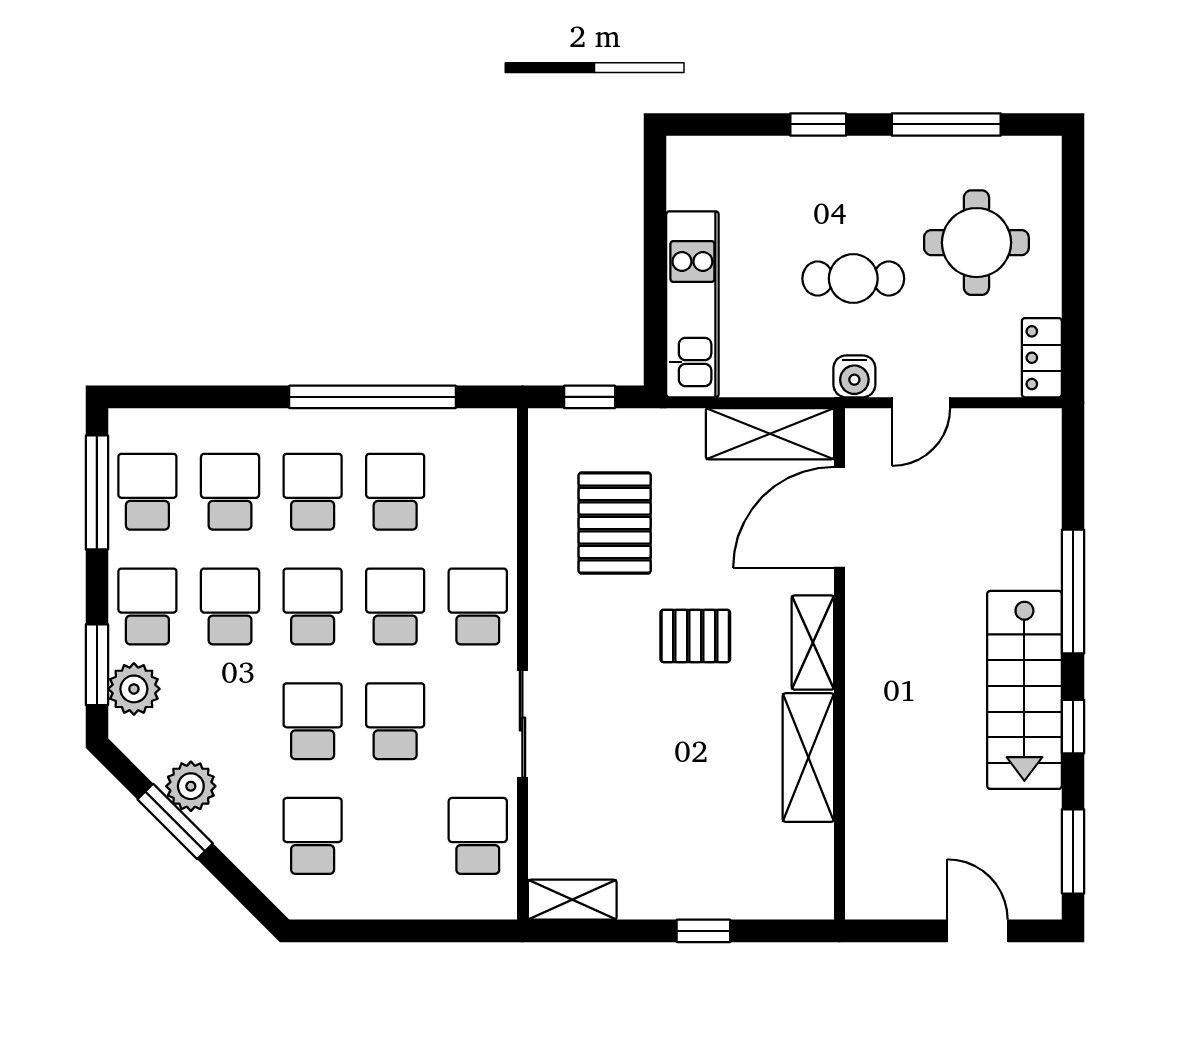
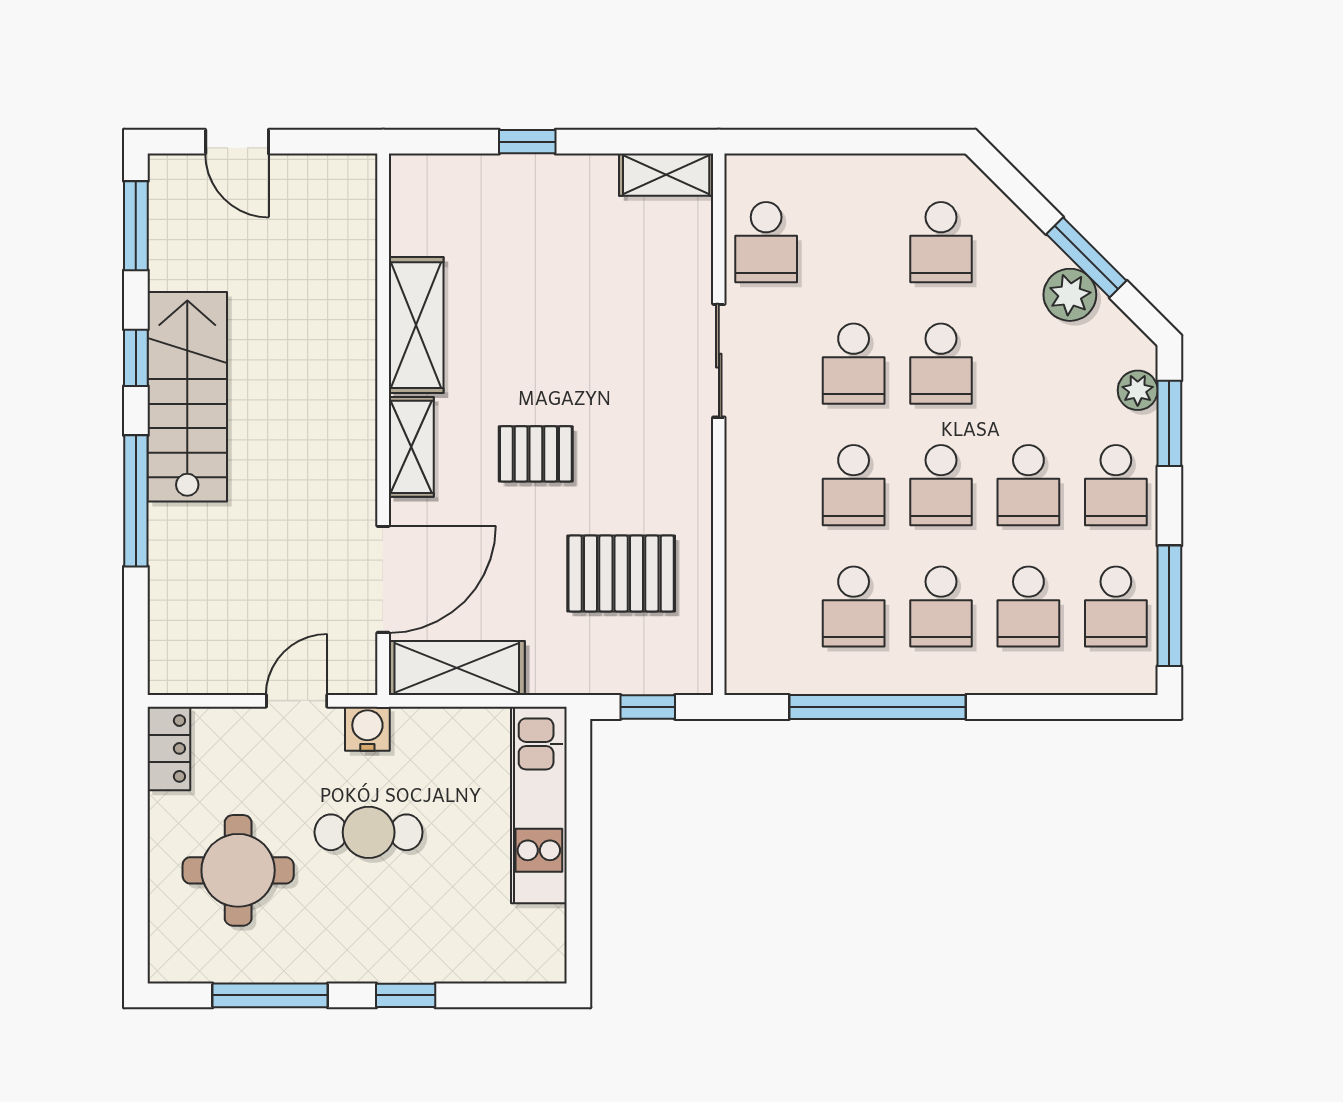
pallet: (615, 523) -> (621, 573), turned 90
school desk: (478, 606) -> (766, 485), removed
plant: (134, 689) -> (1138, 390), width x0.73, depth x0.73

